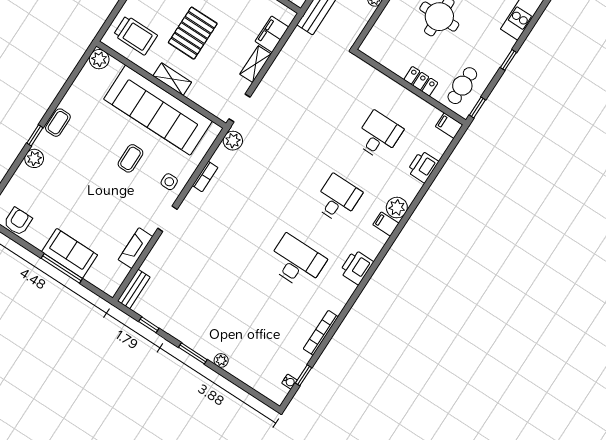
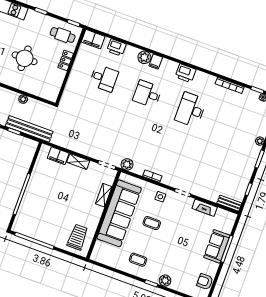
pallet: (193, 33) -> (68, 203), removed
plant: (99, 59) -> (97, 255), removed
shelving: (172, 79) -> (104, 195), moved
coffee table: (58, 123) -> (138, 260), moved
filing cabinet: (449, 126) -> (93, 39), width x2.00
desk: (379, 135) -> (104, 78), turned 180

